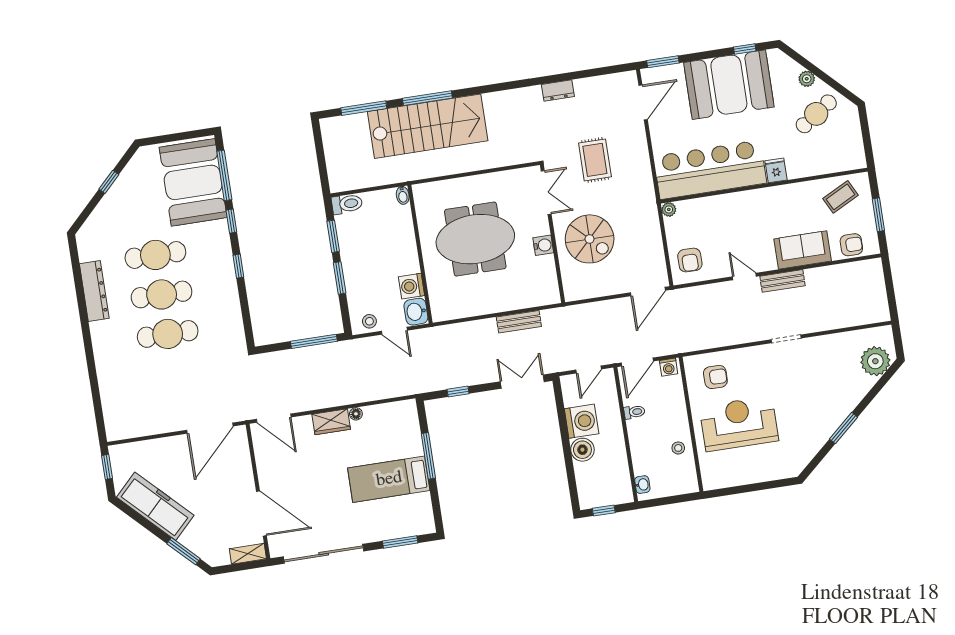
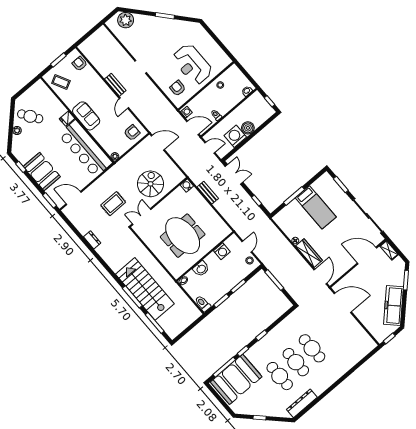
booth: (729, 85) -> (42, 172), width x0.73, depth x0.70
water cooler: (543, 245) -> (187, 185), moved
sofa: (803, 250) -> (86, 116), moved, turned 180
dresser: (94, 291) -> (302, 403), moved
washbasin: (416, 312) -> (201, 269), moved
double door: (522, 382) -> (234, 174), swing flipped
wardrobe: (331, 422) -> (309, 253), width x1.50
door: (261, 513) -> (367, 255), hinge flipped

